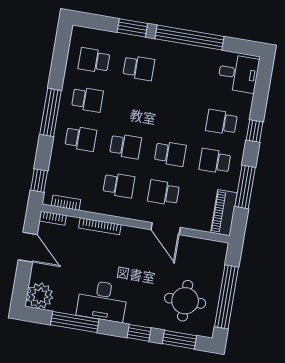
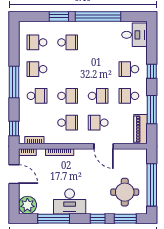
school desk: (87, 99) -> (37, 69), turned 180

